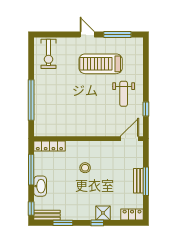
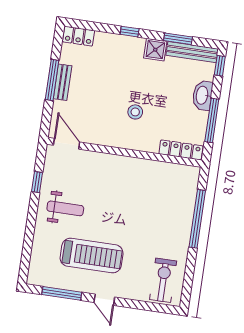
weight bench: (124, 94) -> (65, 208), turned 90
door: (129, 139) -> (67, 144), swing flipped
shower: (103, 213) -> (155, 50), moved
bench: (47, 215) -> (192, 52), width x1.36

